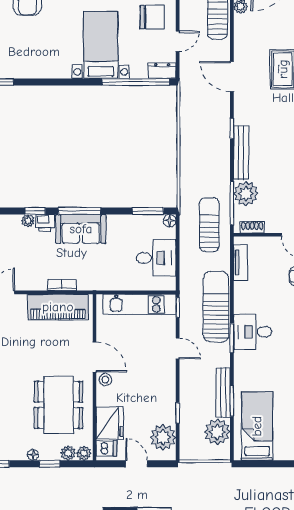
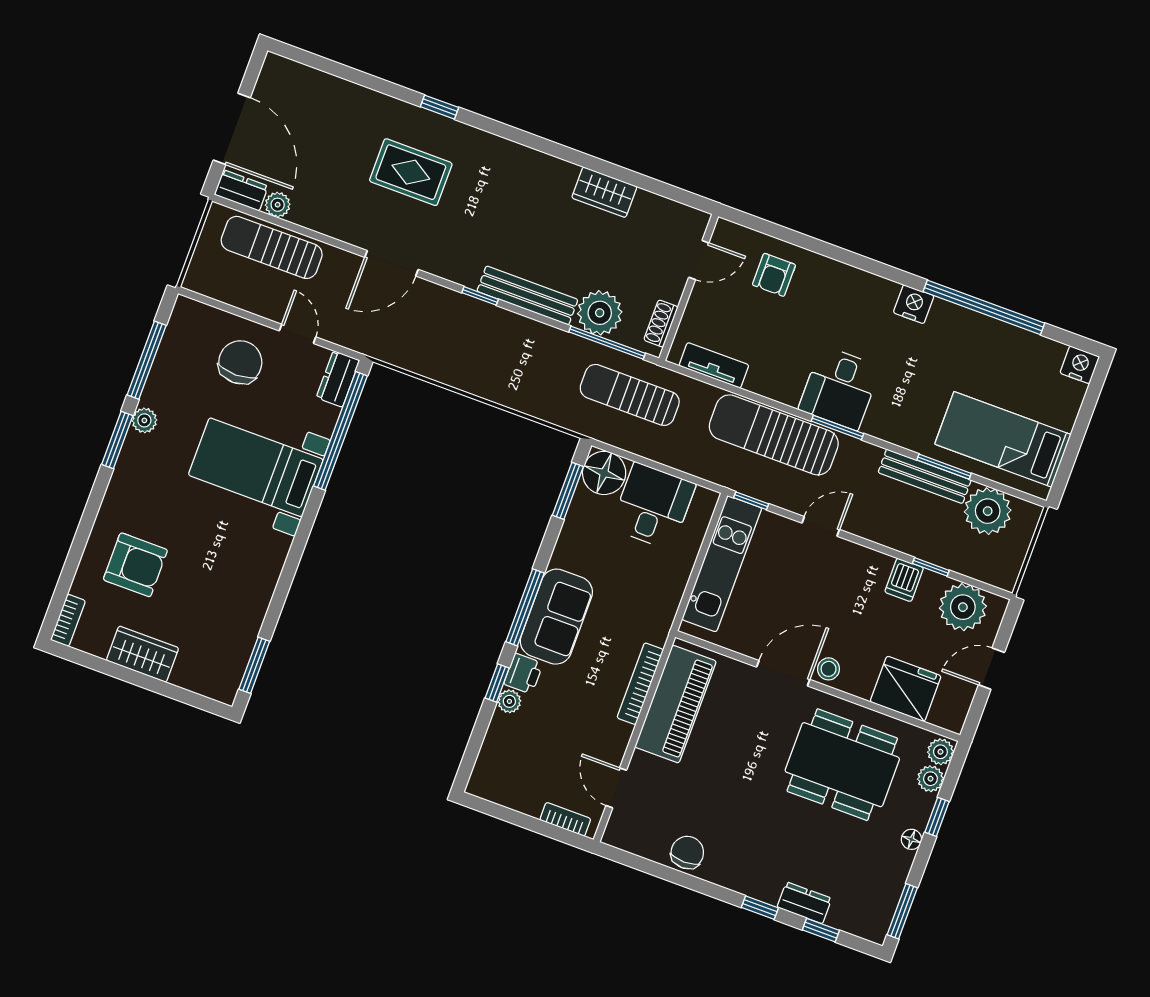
floor lamp: (170, 221) -> (604, 473), width x1.89, depth x1.89
bookcase: (62, 285) -> (640, 684), width x1.56
dishwasher: (106, 448) -> (904, 580), moved, turned 180

